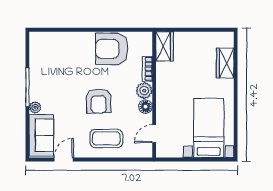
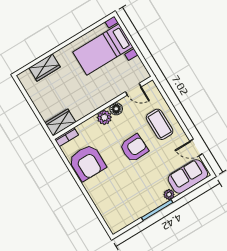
bookcase: (147, 69) -> (67, 137), moved

